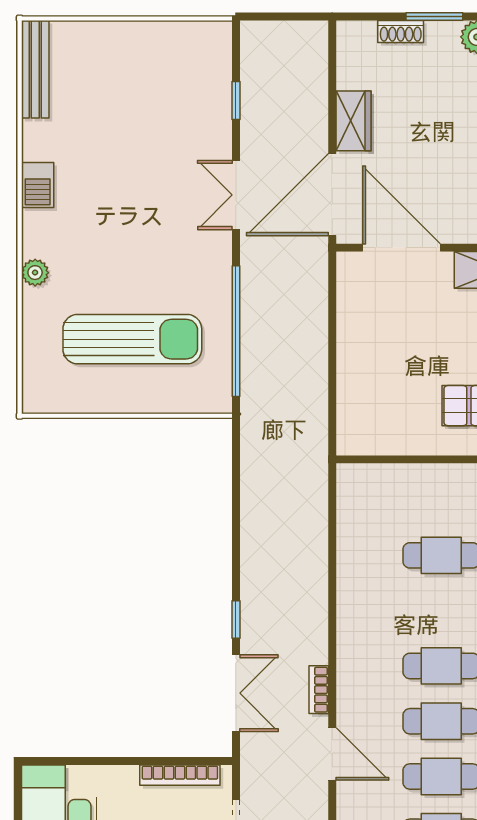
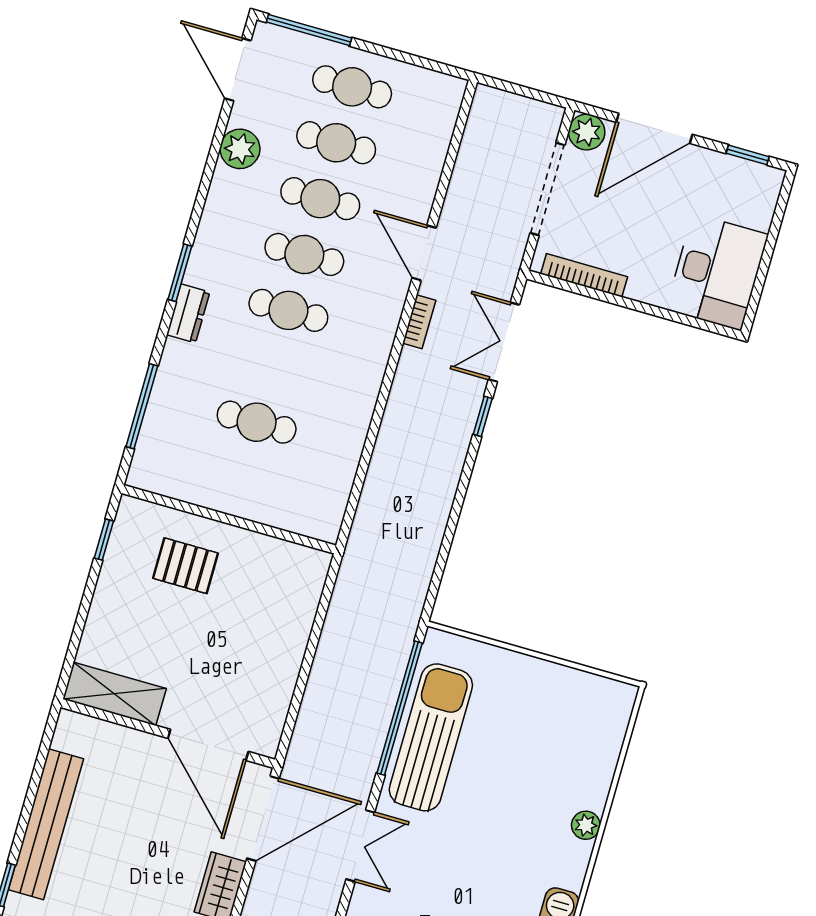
sun lounger: (132, 339) -> (431, 737), moved, turned 90

